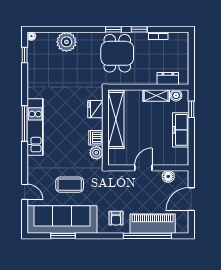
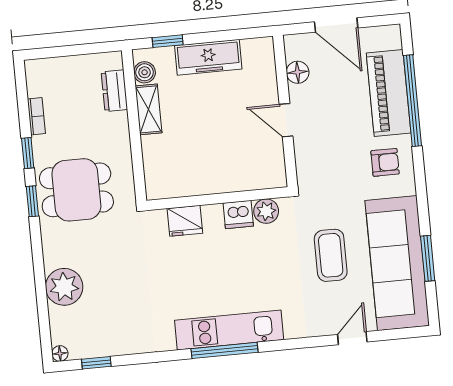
shelving: (116, 119) -> (200, 180), removed

